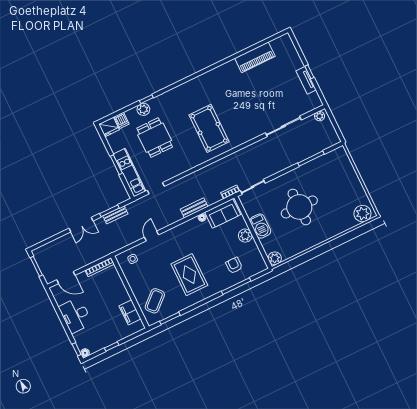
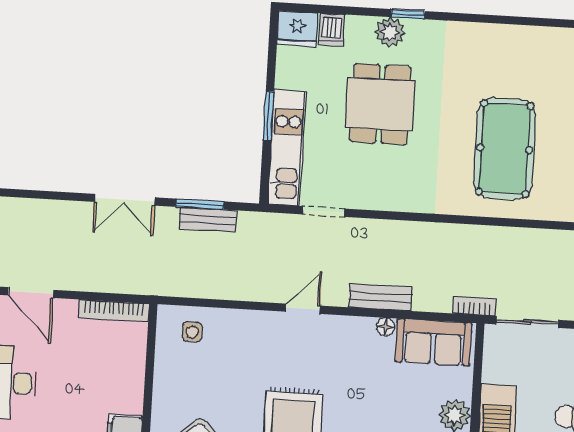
door: (152, 236) -> (303, 309), moved

